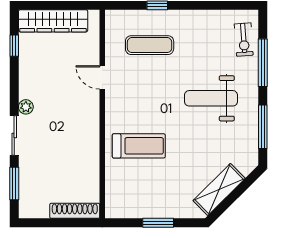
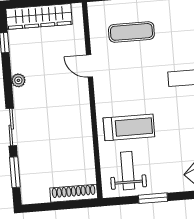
plant: (26, 107) -> (18, 80), moved
weight bench: (134, 192) -> (128, 171), added

